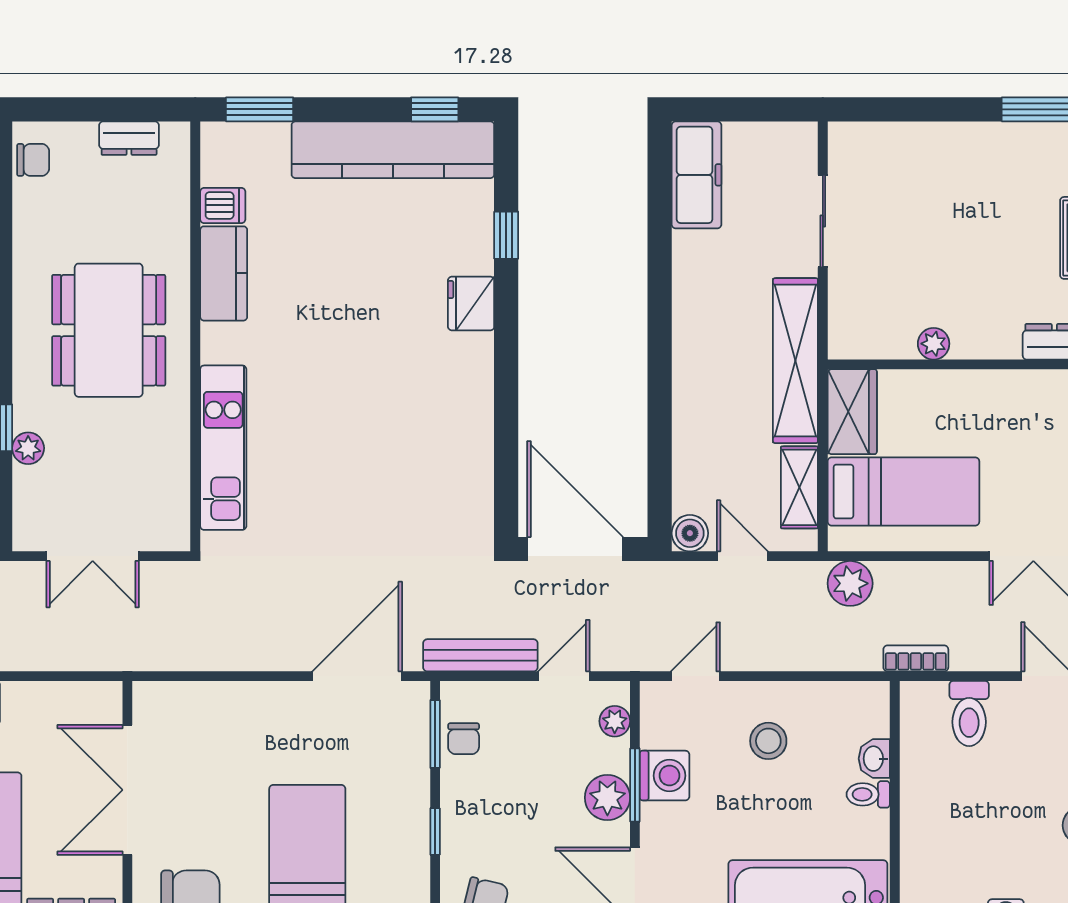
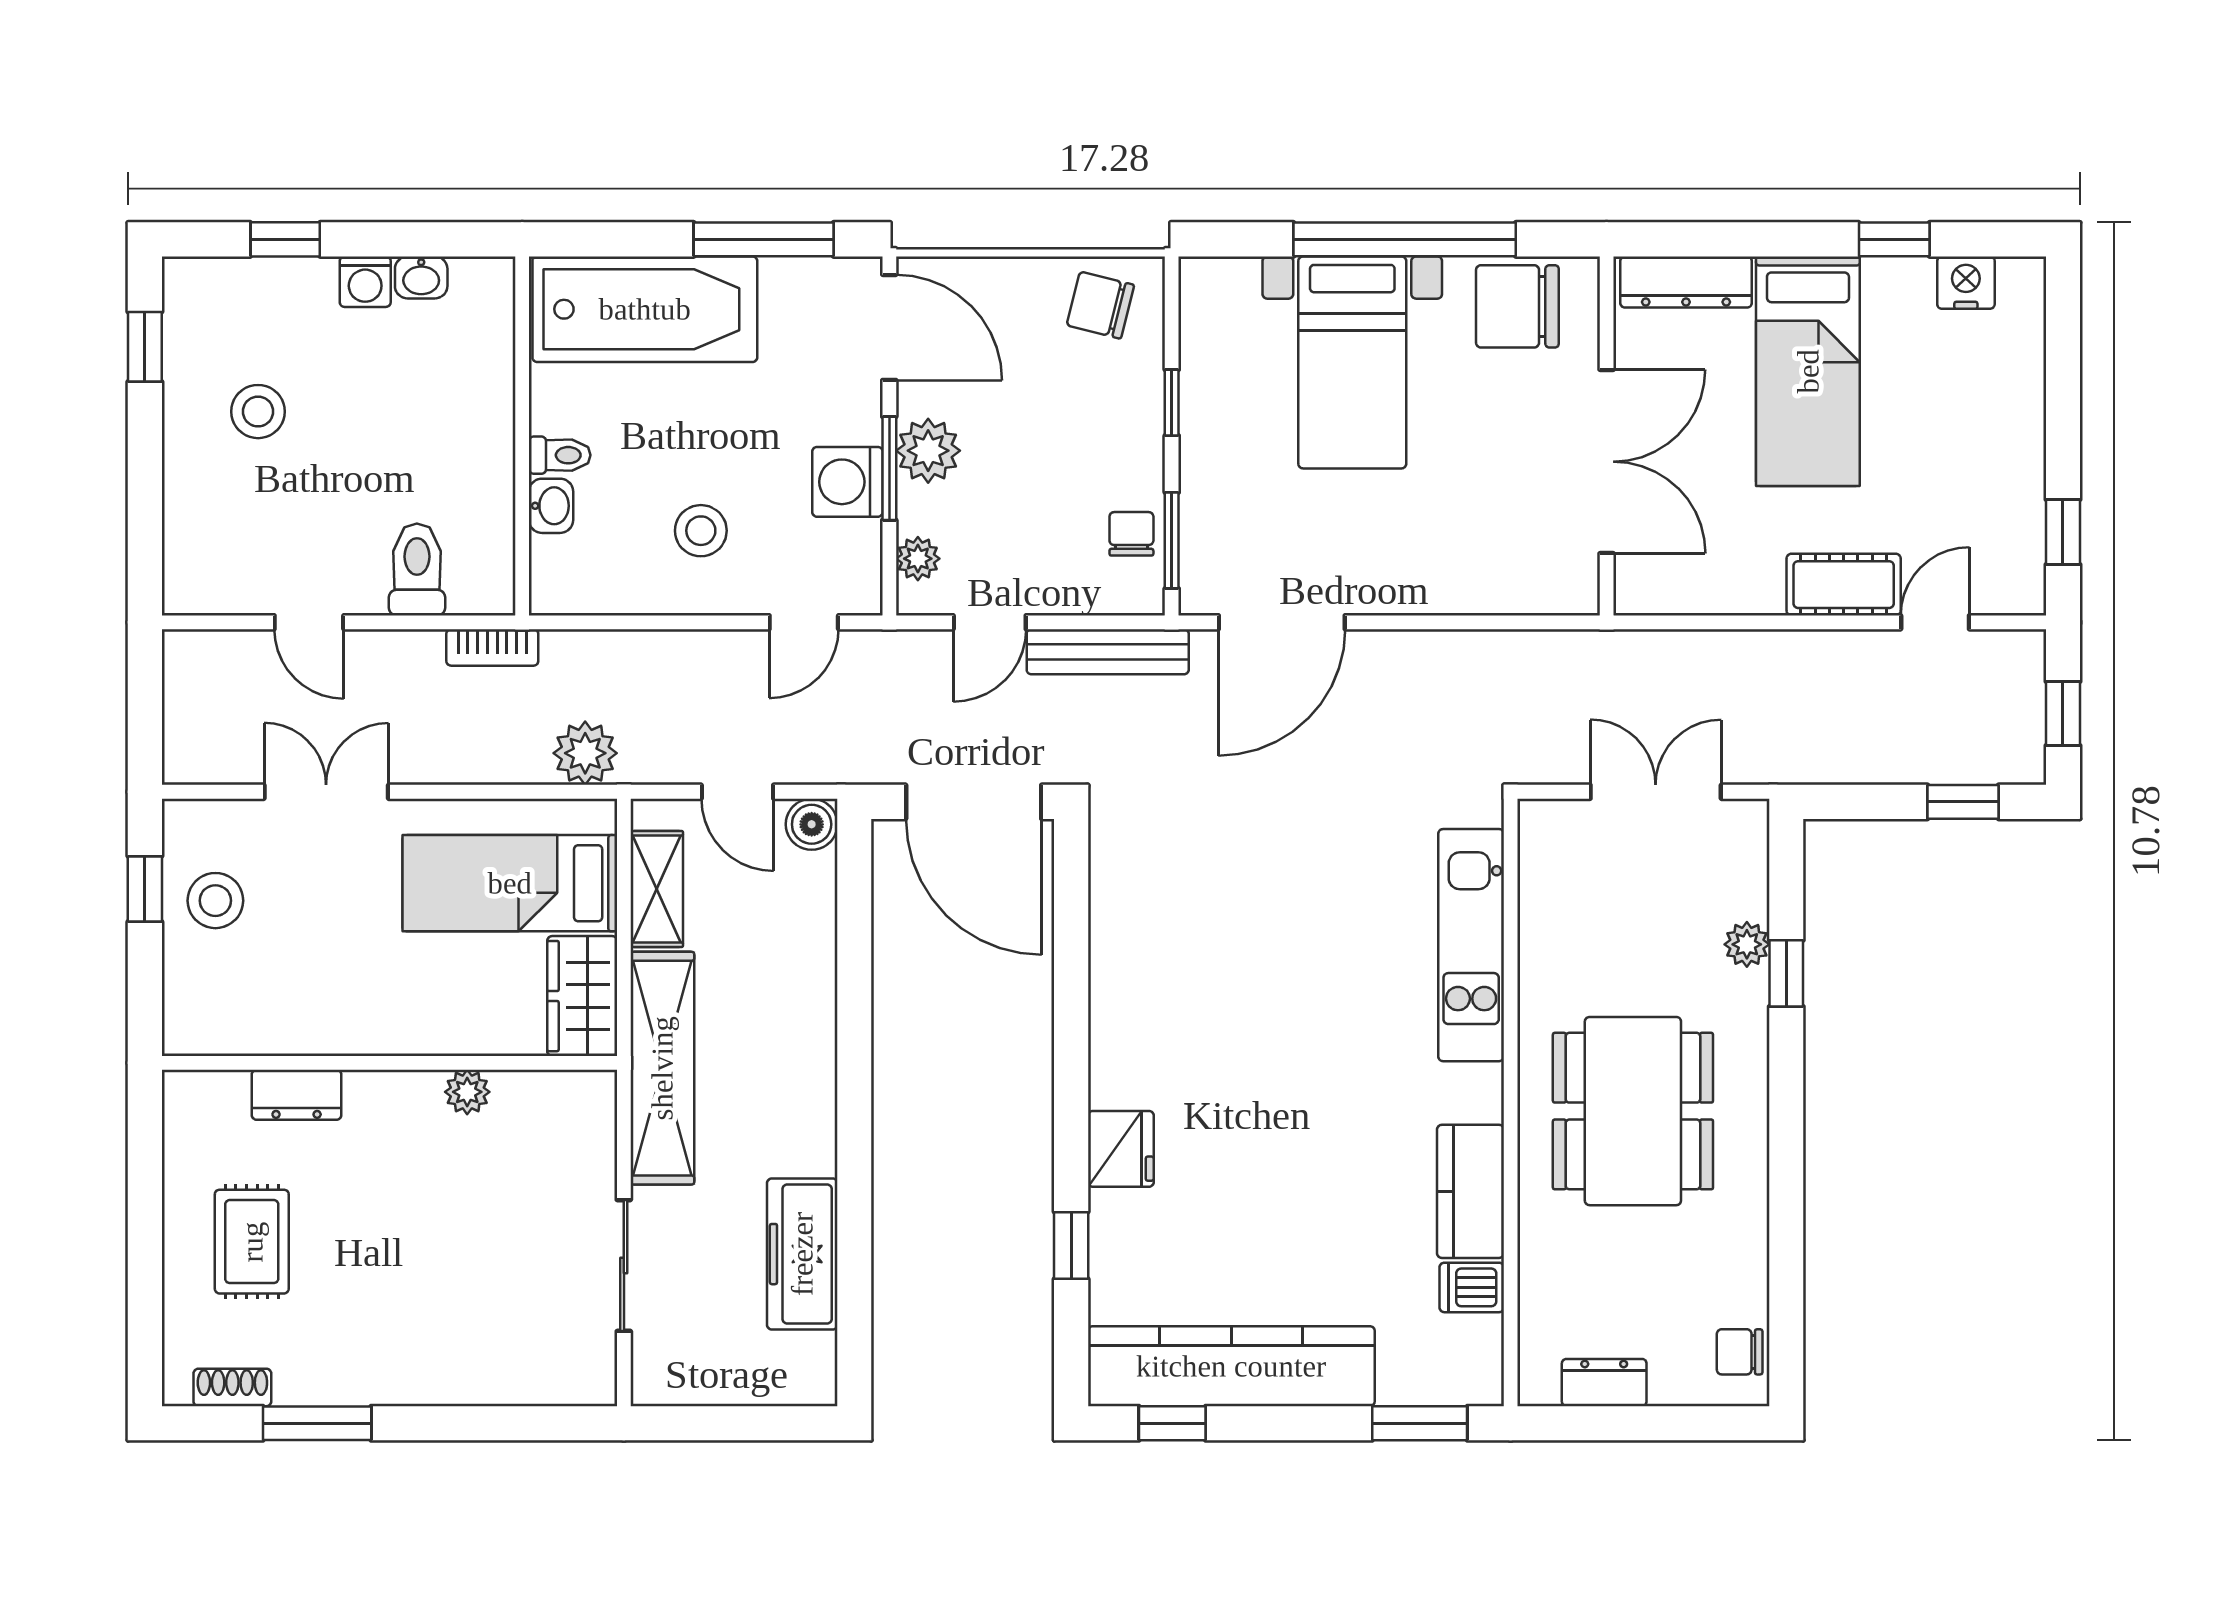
freezer: (697, 175) -> (802, 1254), moved

